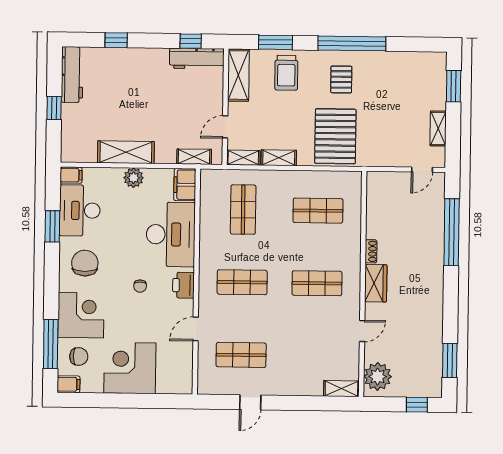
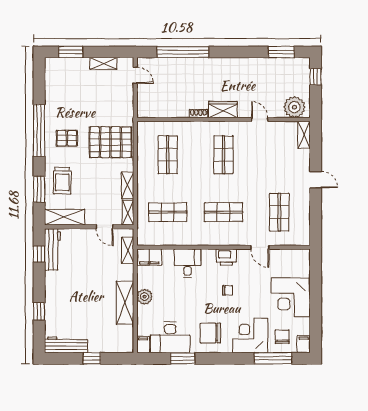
trolley: (286, 73) -> (62, 180), turned 90
desk: (171, 234) -> (188, 263), width x0.53, depth x0.77
shop shelf: (242, 282) -> (223, 212), turned 90
door: (250, 402) -> (316, 180), moved

